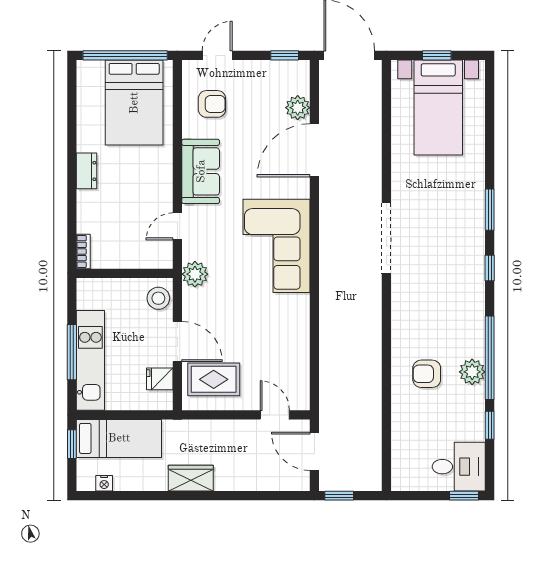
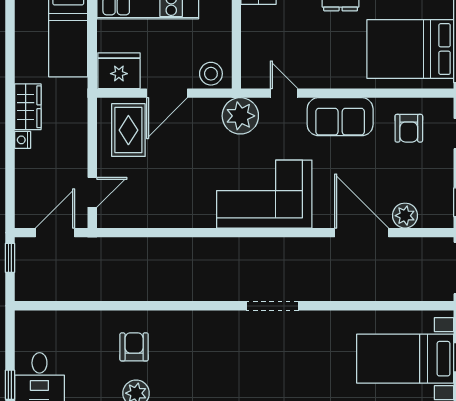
doorway: (386, 238) -> (272, 306), width x0.73
plant: (195, 274) -> (240, 116), width x1.36, depth x1.36
fridge: (160, 379) -> (119, 71), width x1.88, depth x1.34
nightstand: (104, 483) -> (23, 140), moved

